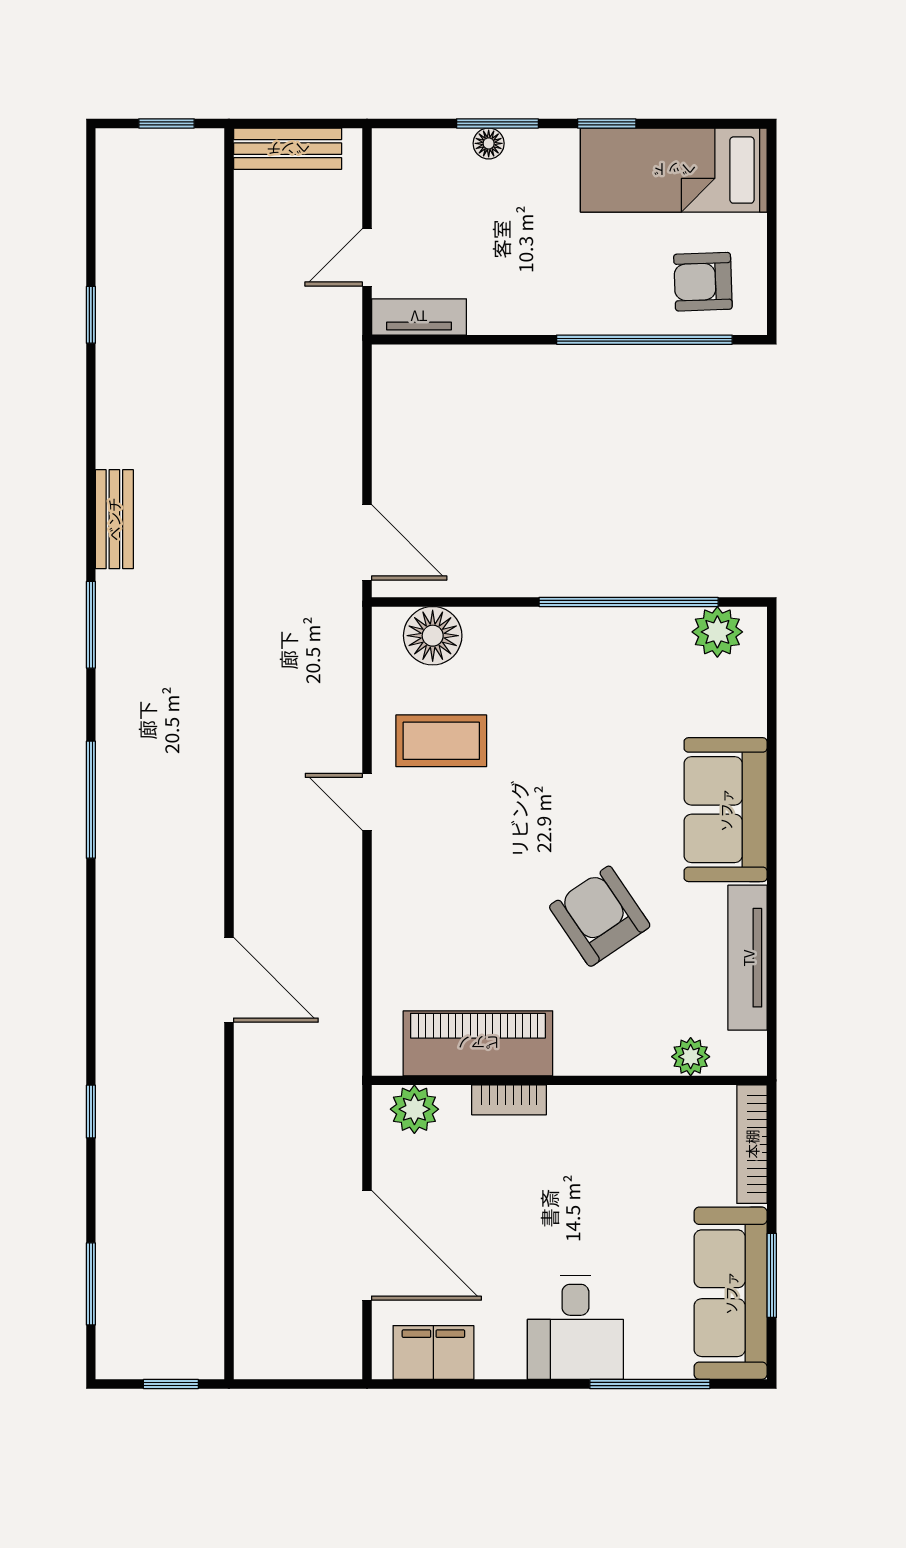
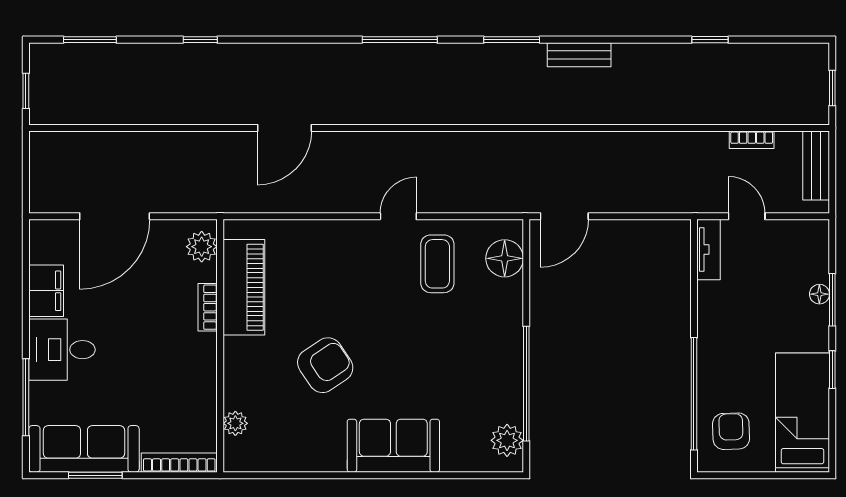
bookcase: (247, 249) -> (752, 140), added
tv unit: (748, 958) -> (299, 460), removed
filing cabinet: (433, 1352) -> (46, 291), moved

